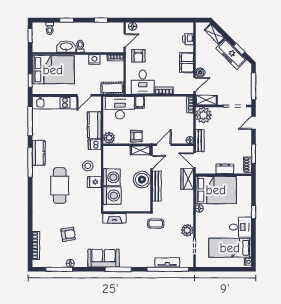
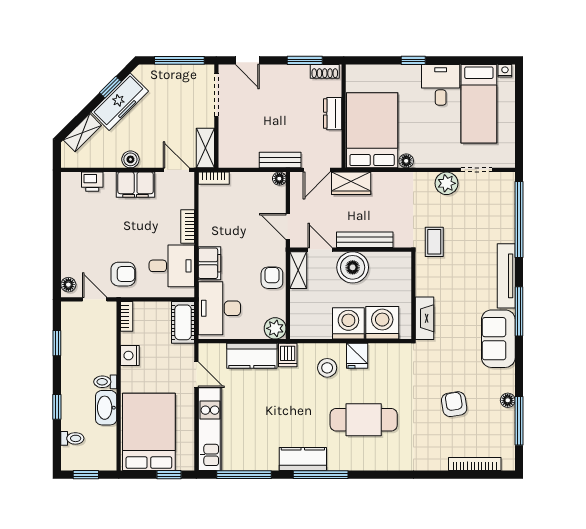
boiler: (200, 72) -> (130, 159), moved
filing cabinet: (140, 102) -> (209, 263), width x2.00
plant: (204, 115) -> (233, 153), removed
tv unit: (167, 262) -> (506, 276), moved, width x1.41

